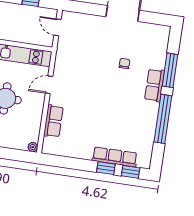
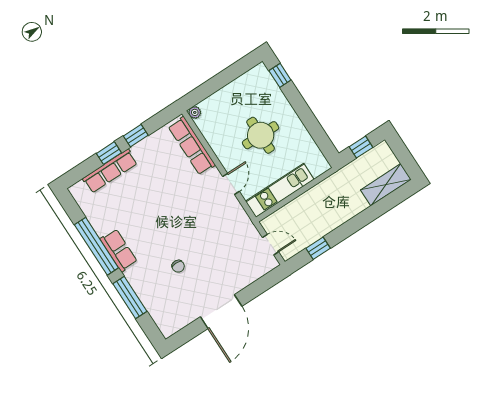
row of seats: (155, 85) -> (119, 250), moved
row of seats: (53, 121) -> (192, 146), width x1.48
window: (131, 172) -> (136, 136), moved

